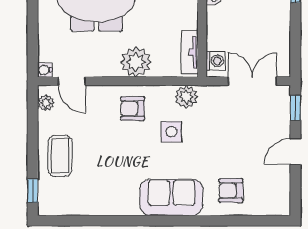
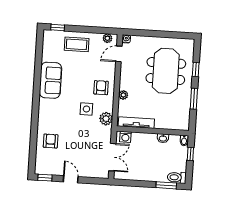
tv unit: (190, 52) -> (136, 123), width x1.41
plant: (136, 62) -> (123, 95), width x0.53, depth x0.53
window: (295, 108) -> (45, 178), moved
sofa: (171, 197) -> (50, 80), moved

